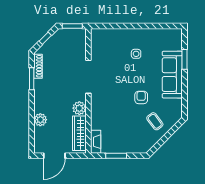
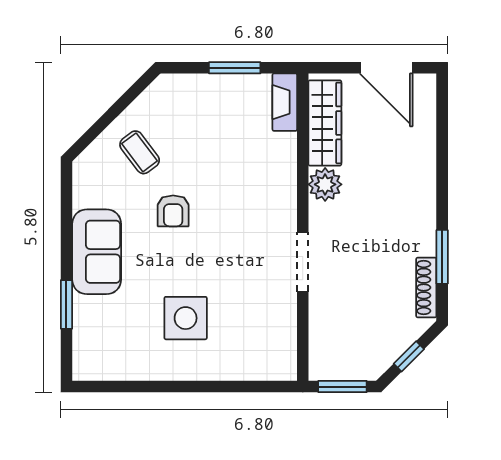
side table: (136, 54) -> (186, 318), width x1.87, depth x1.87
sofa: (172, 75) -> (97, 252), width x0.73
doorway: (88, 77) -> (303, 262), width x0.73
plant: (40, 120) -> (421, 156), removed
door: (54, 156) -> (386, 68), swing flipped

